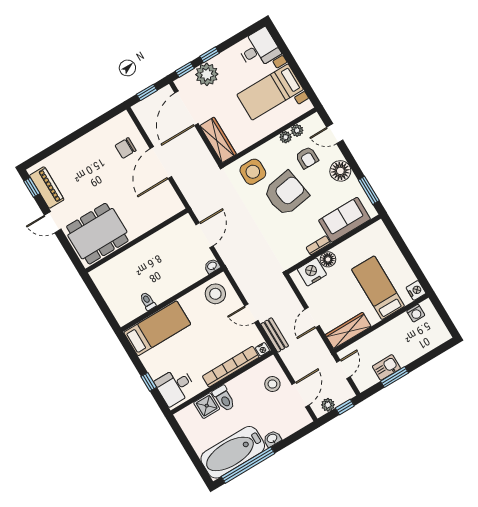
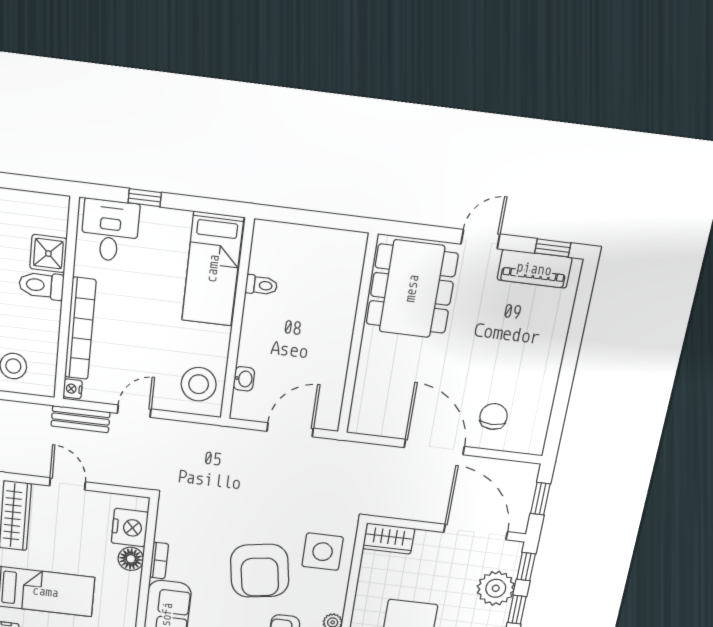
wardrobe: (218, 140) -> (389, 539), width x0.67
door: (204, 235) -> (290, 430), swing flipped
washbasin: (212, 266) -> (244, 379), moved

